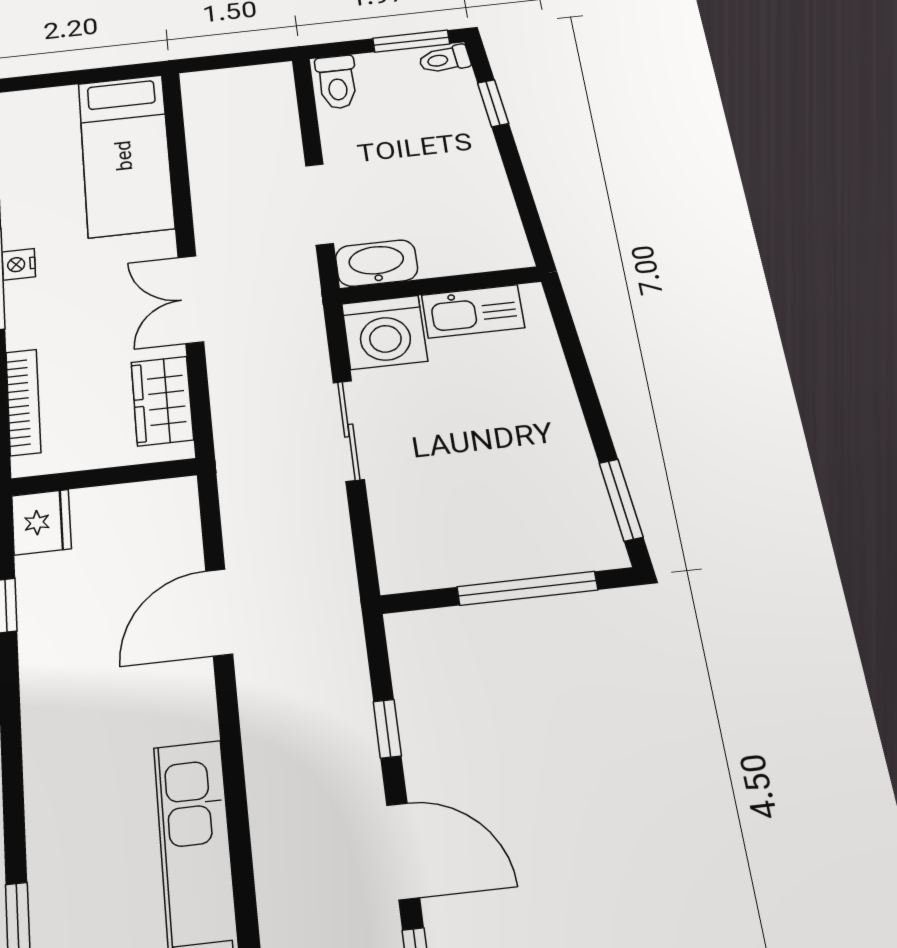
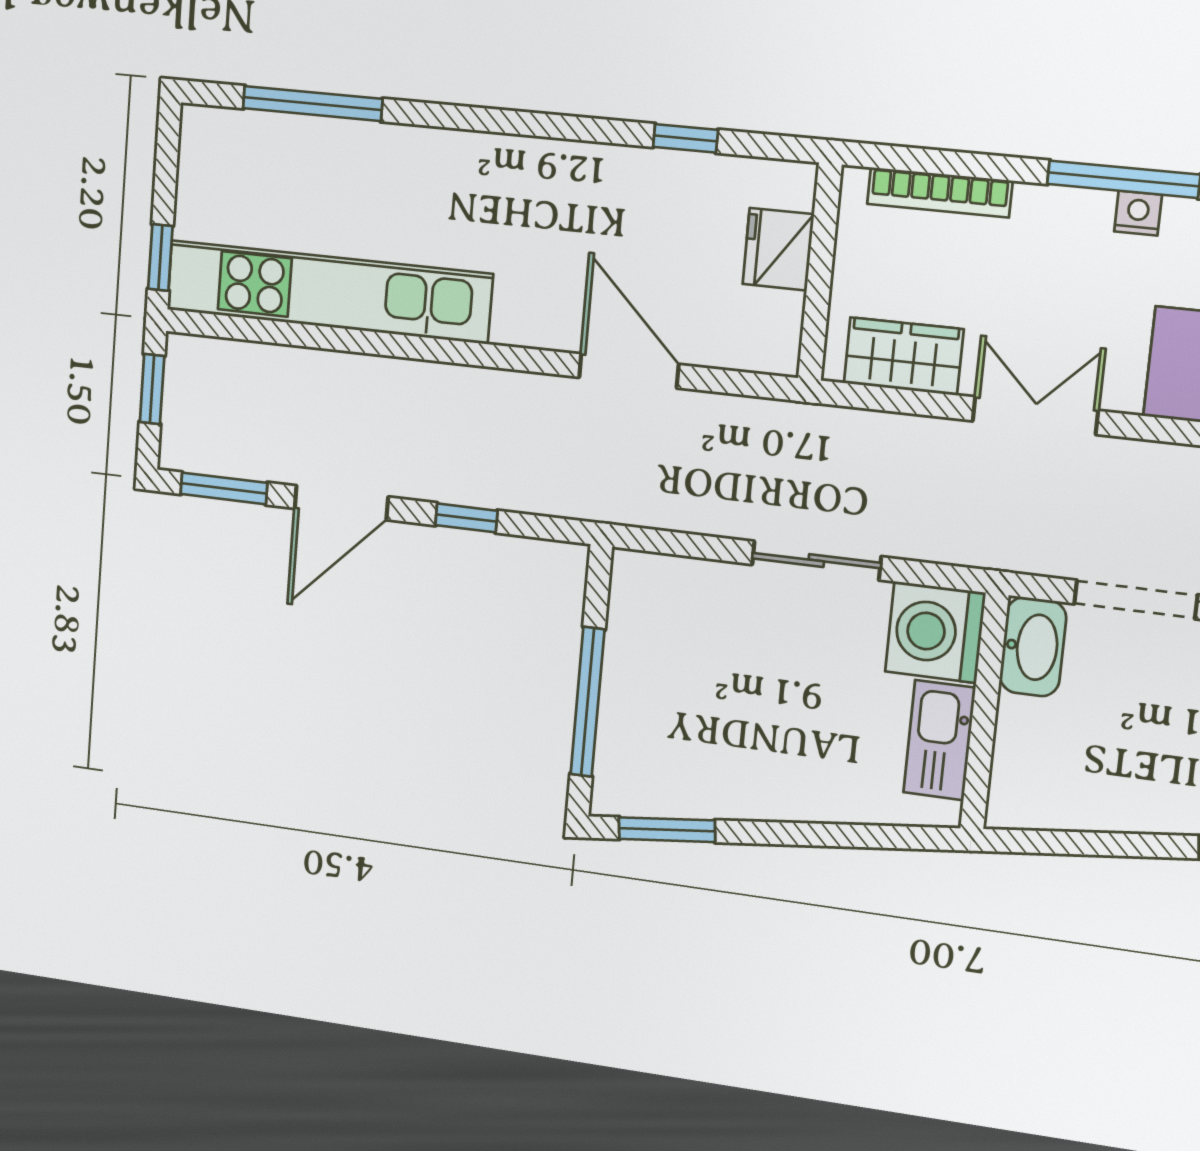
fridge: (41, 522) -> (778, 249), moved, turned 90

